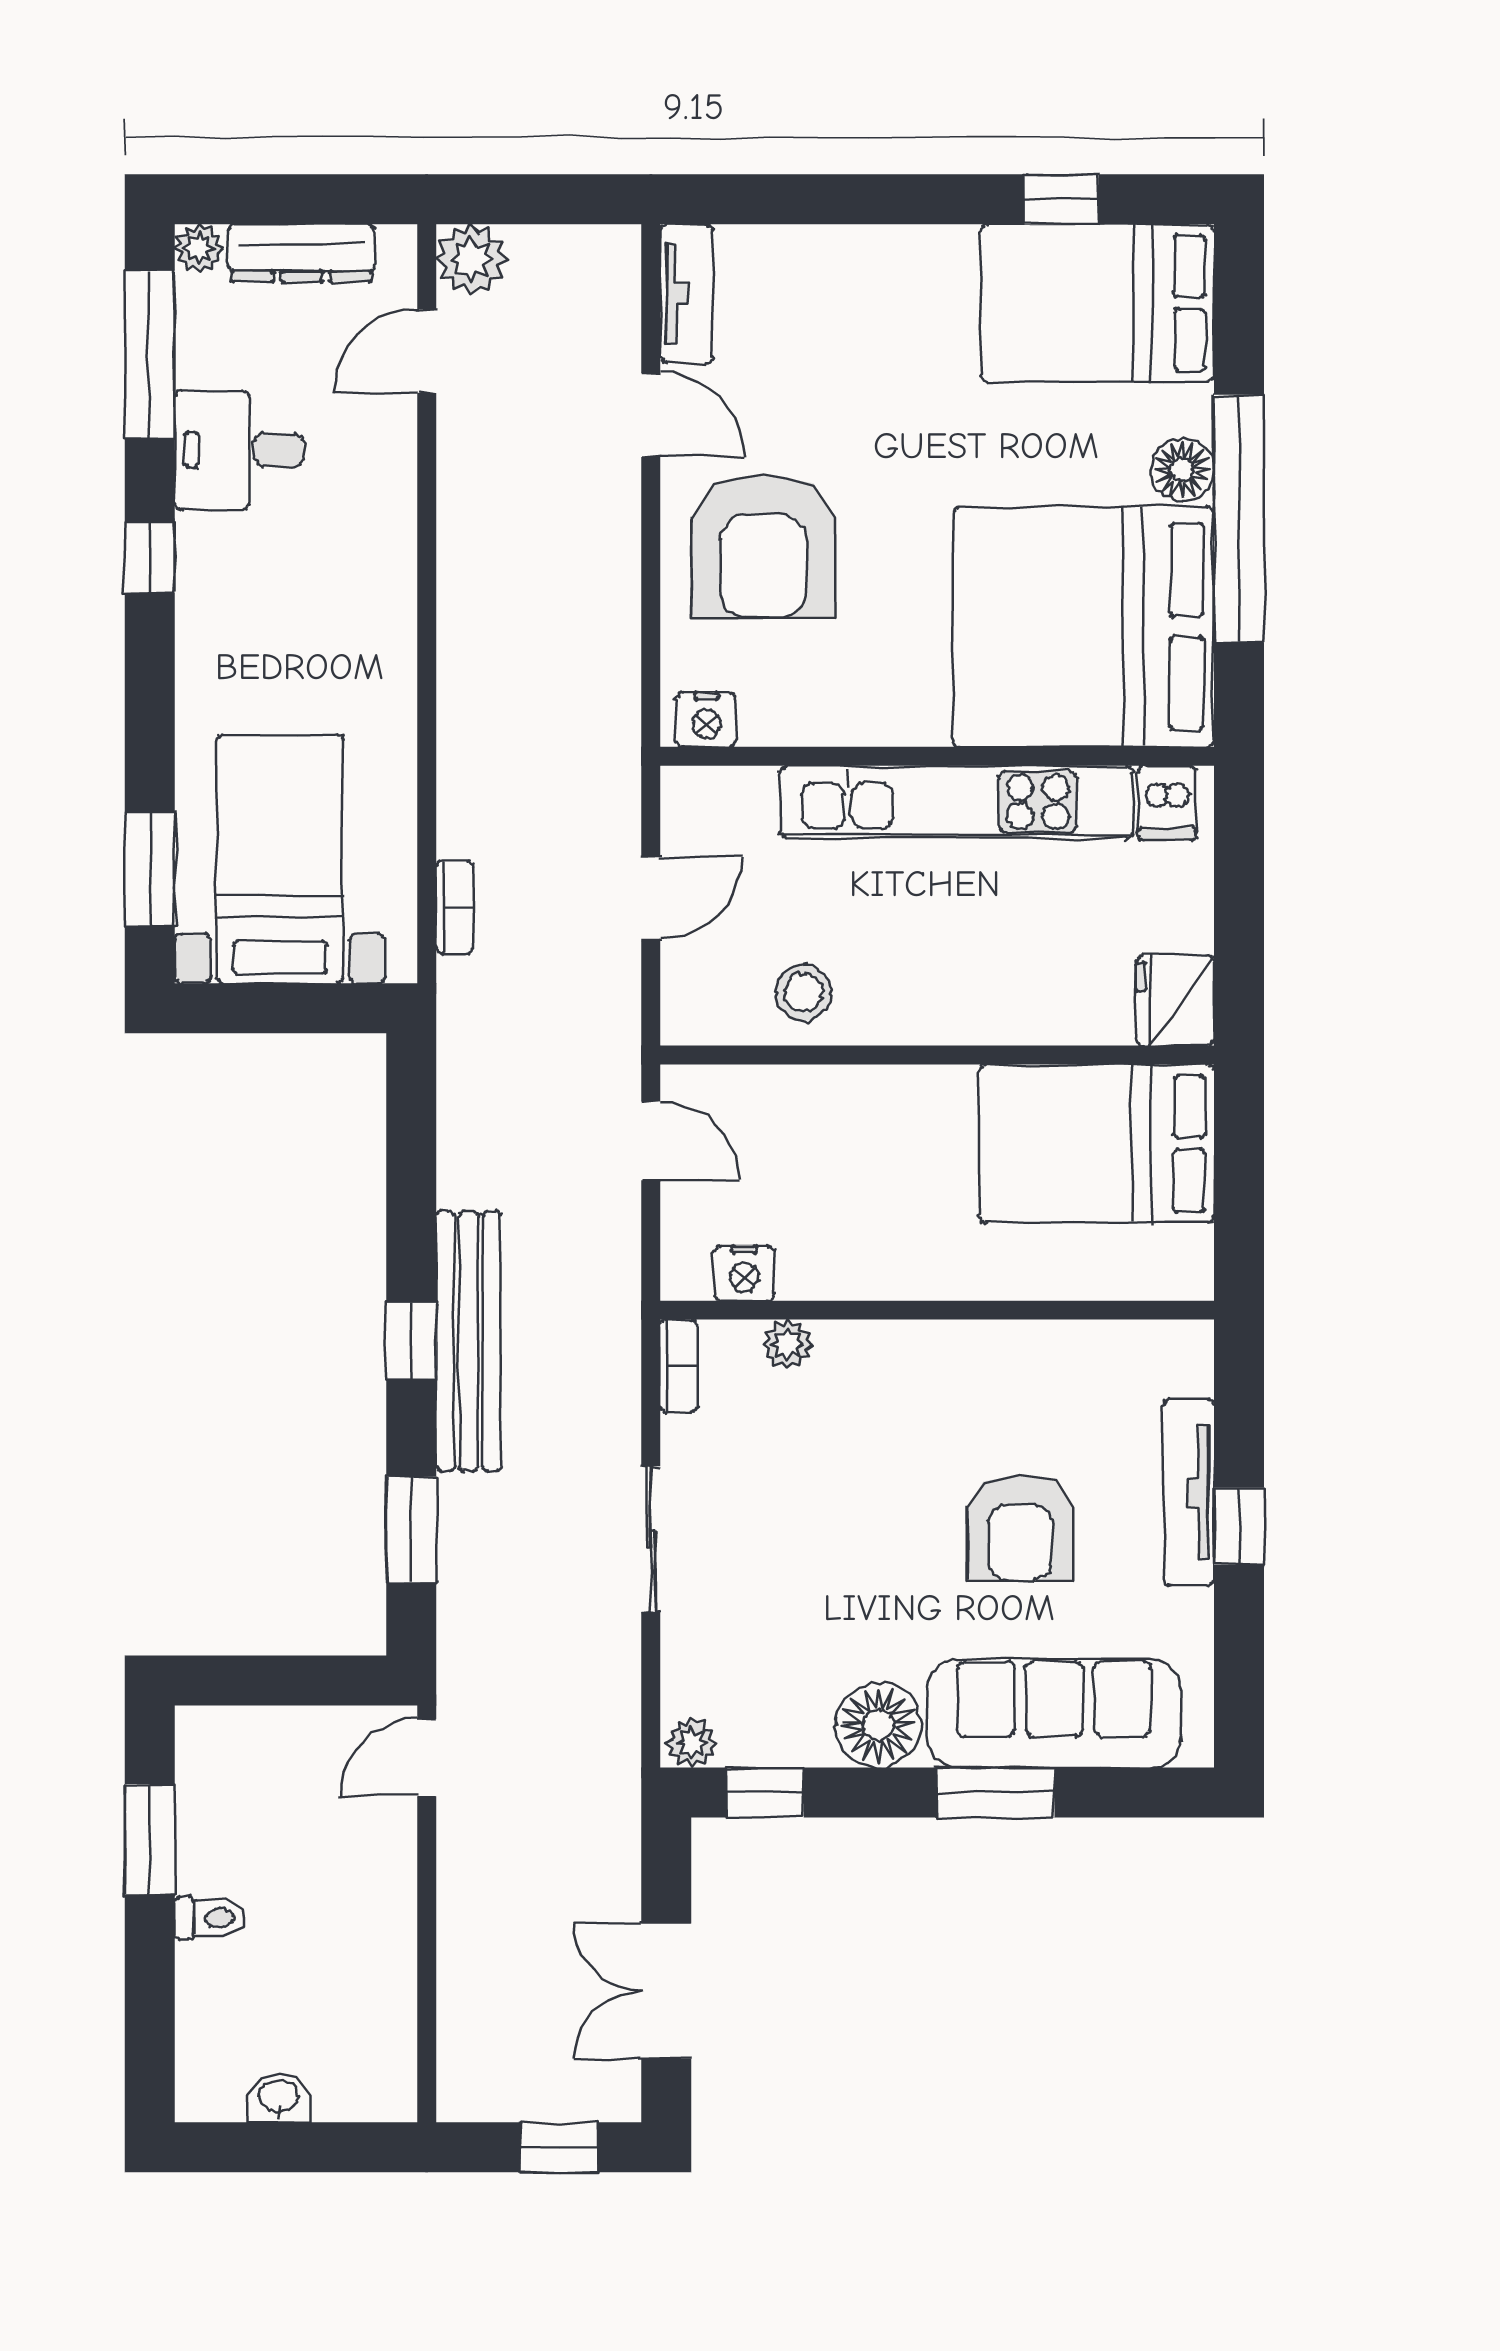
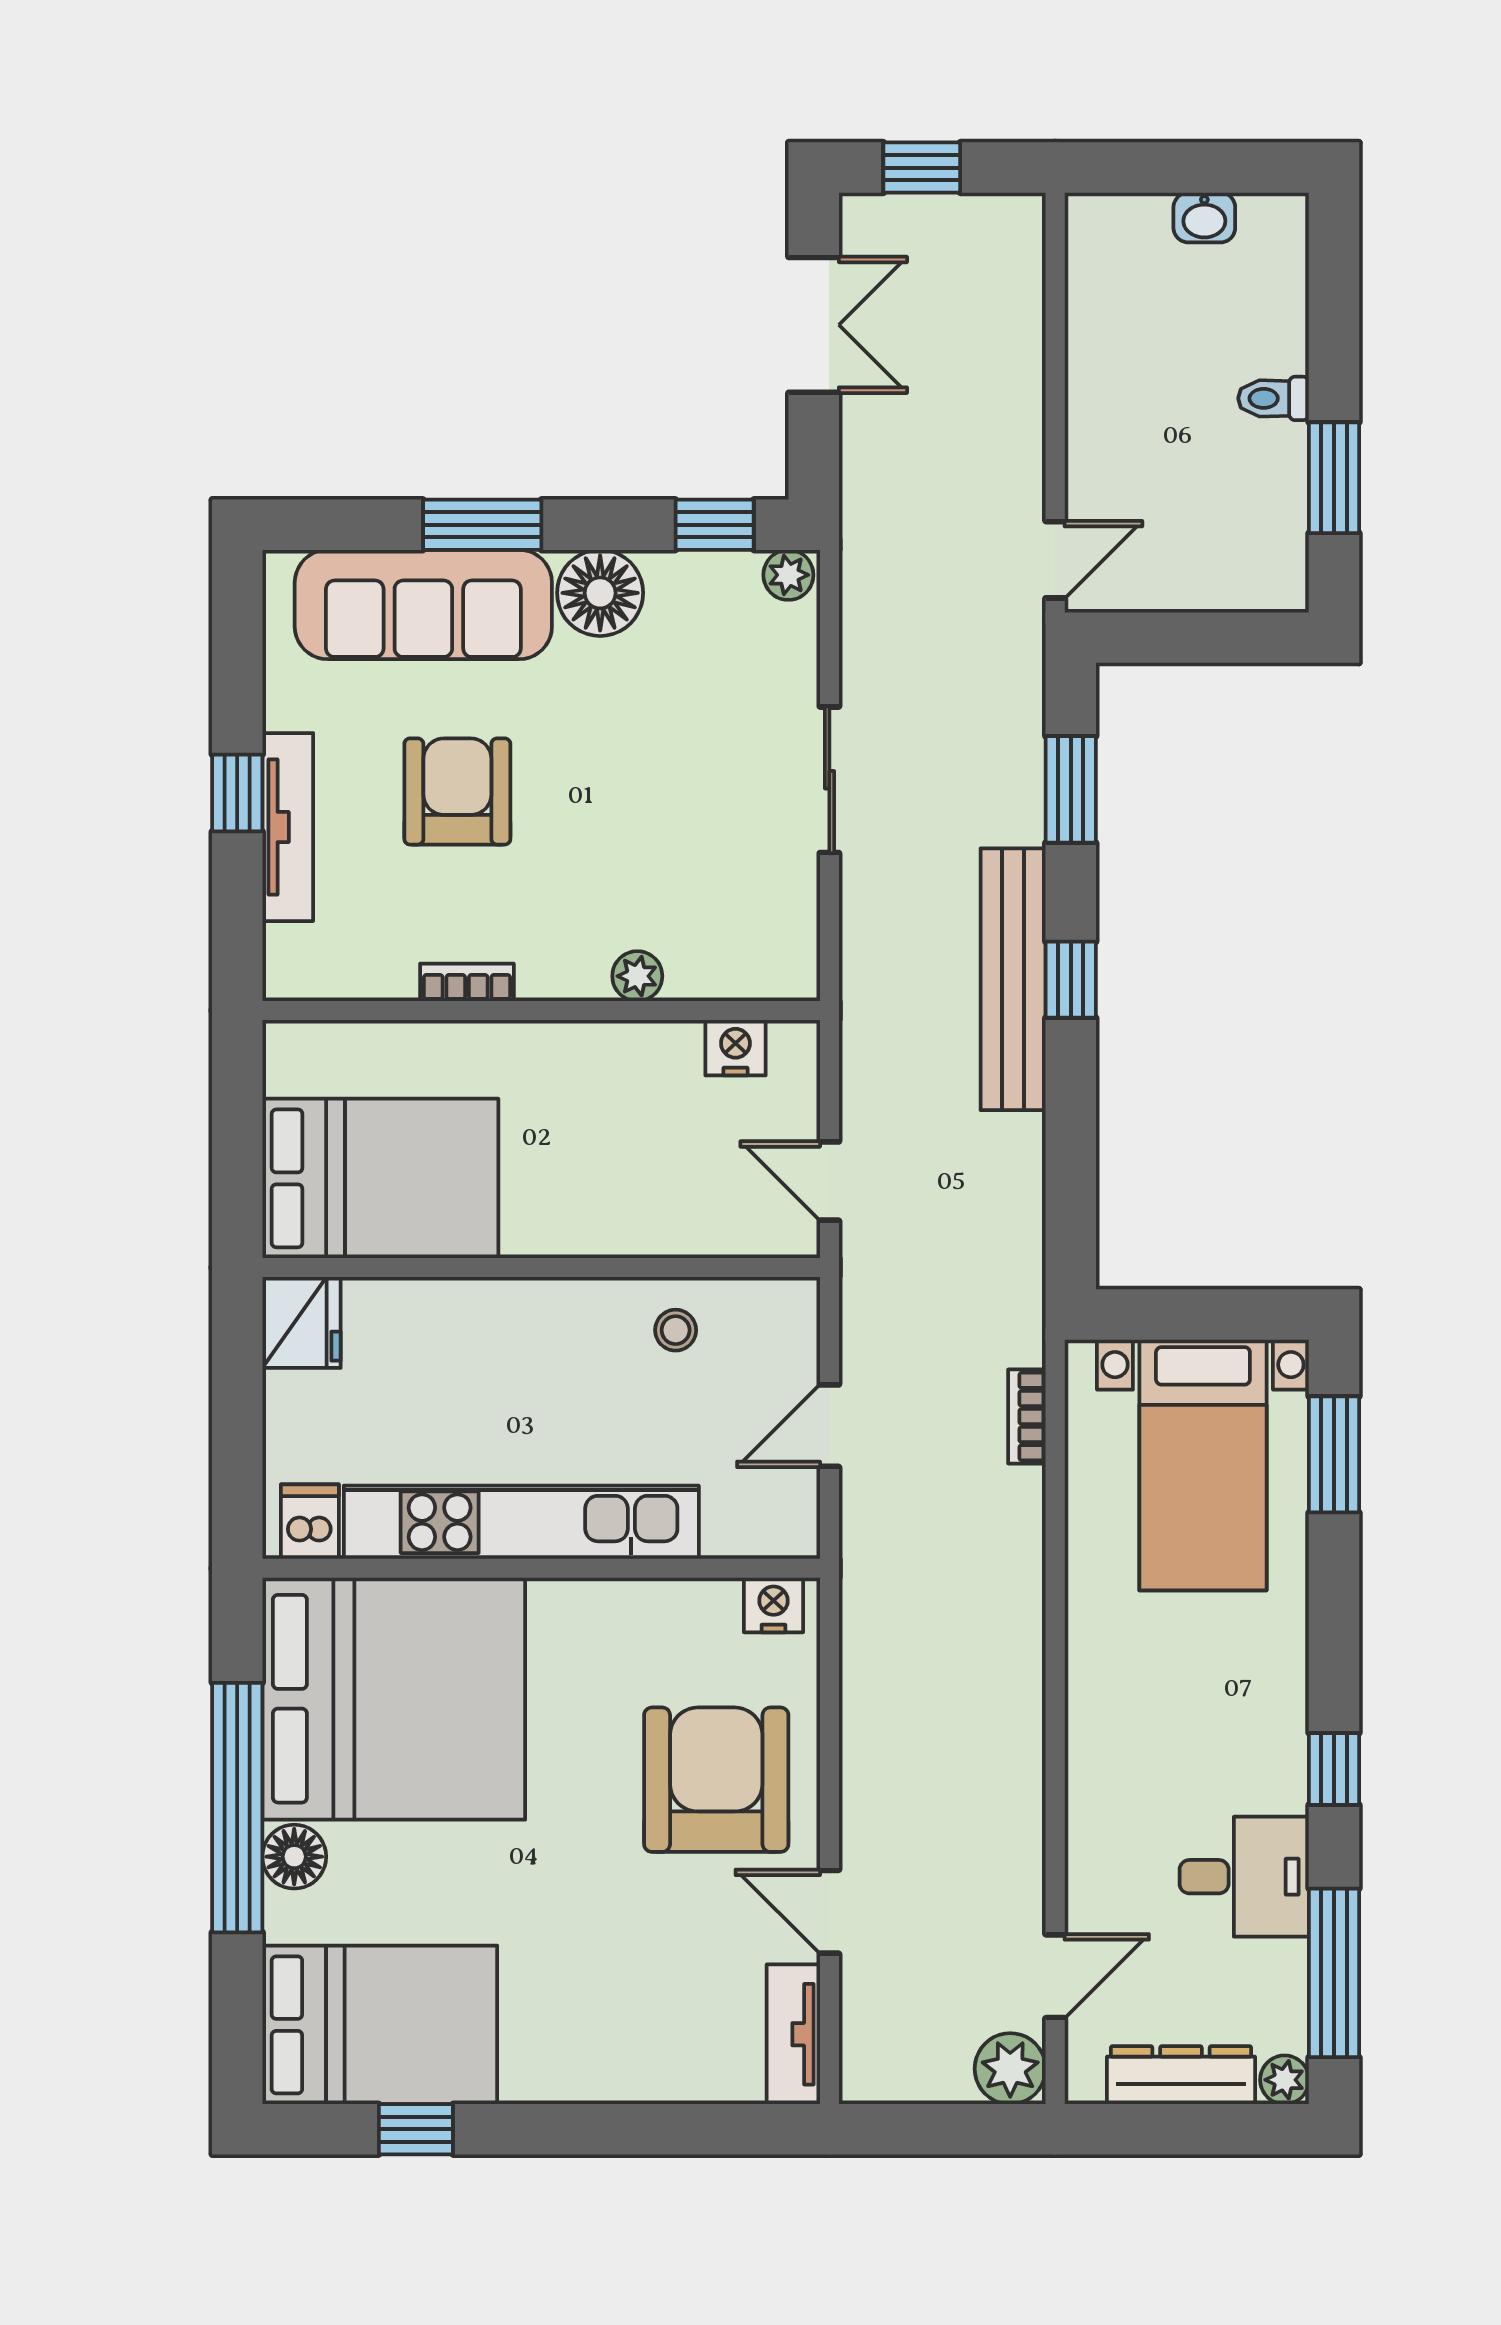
stool: (804, 993) -> (676, 1330), width x0.73, depth x0.73
plant: (787, 1344) -> (637, 976), moved
bookcase: (679, 1366) -> (467, 982), moved, turned 90

